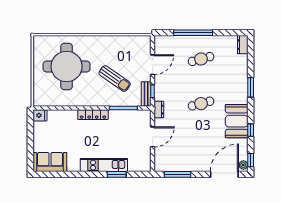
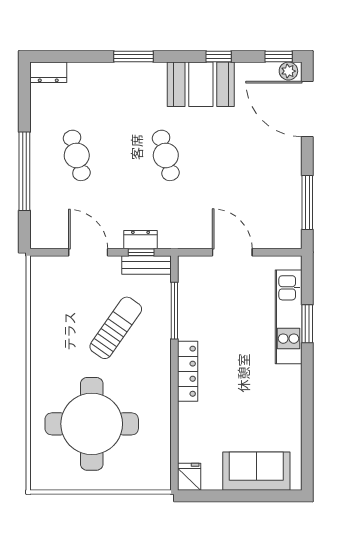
dresser: (159, 110) -> (141, 240), moved
sofa: (50, 162) -> (256, 471), moved, turned 90
kitchen unit: (104, 165) -> (289, 317), moved

